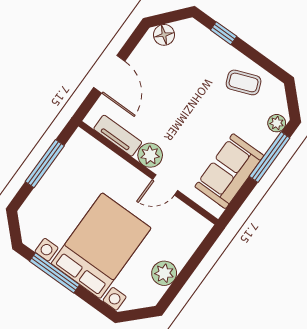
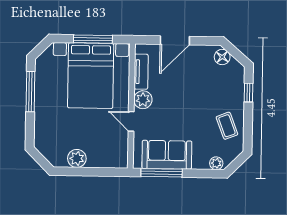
window: (270, 157) -> (162, 173), moved
bed with nightstands: (101, 246) -> (91, 76), moved, turned 90

